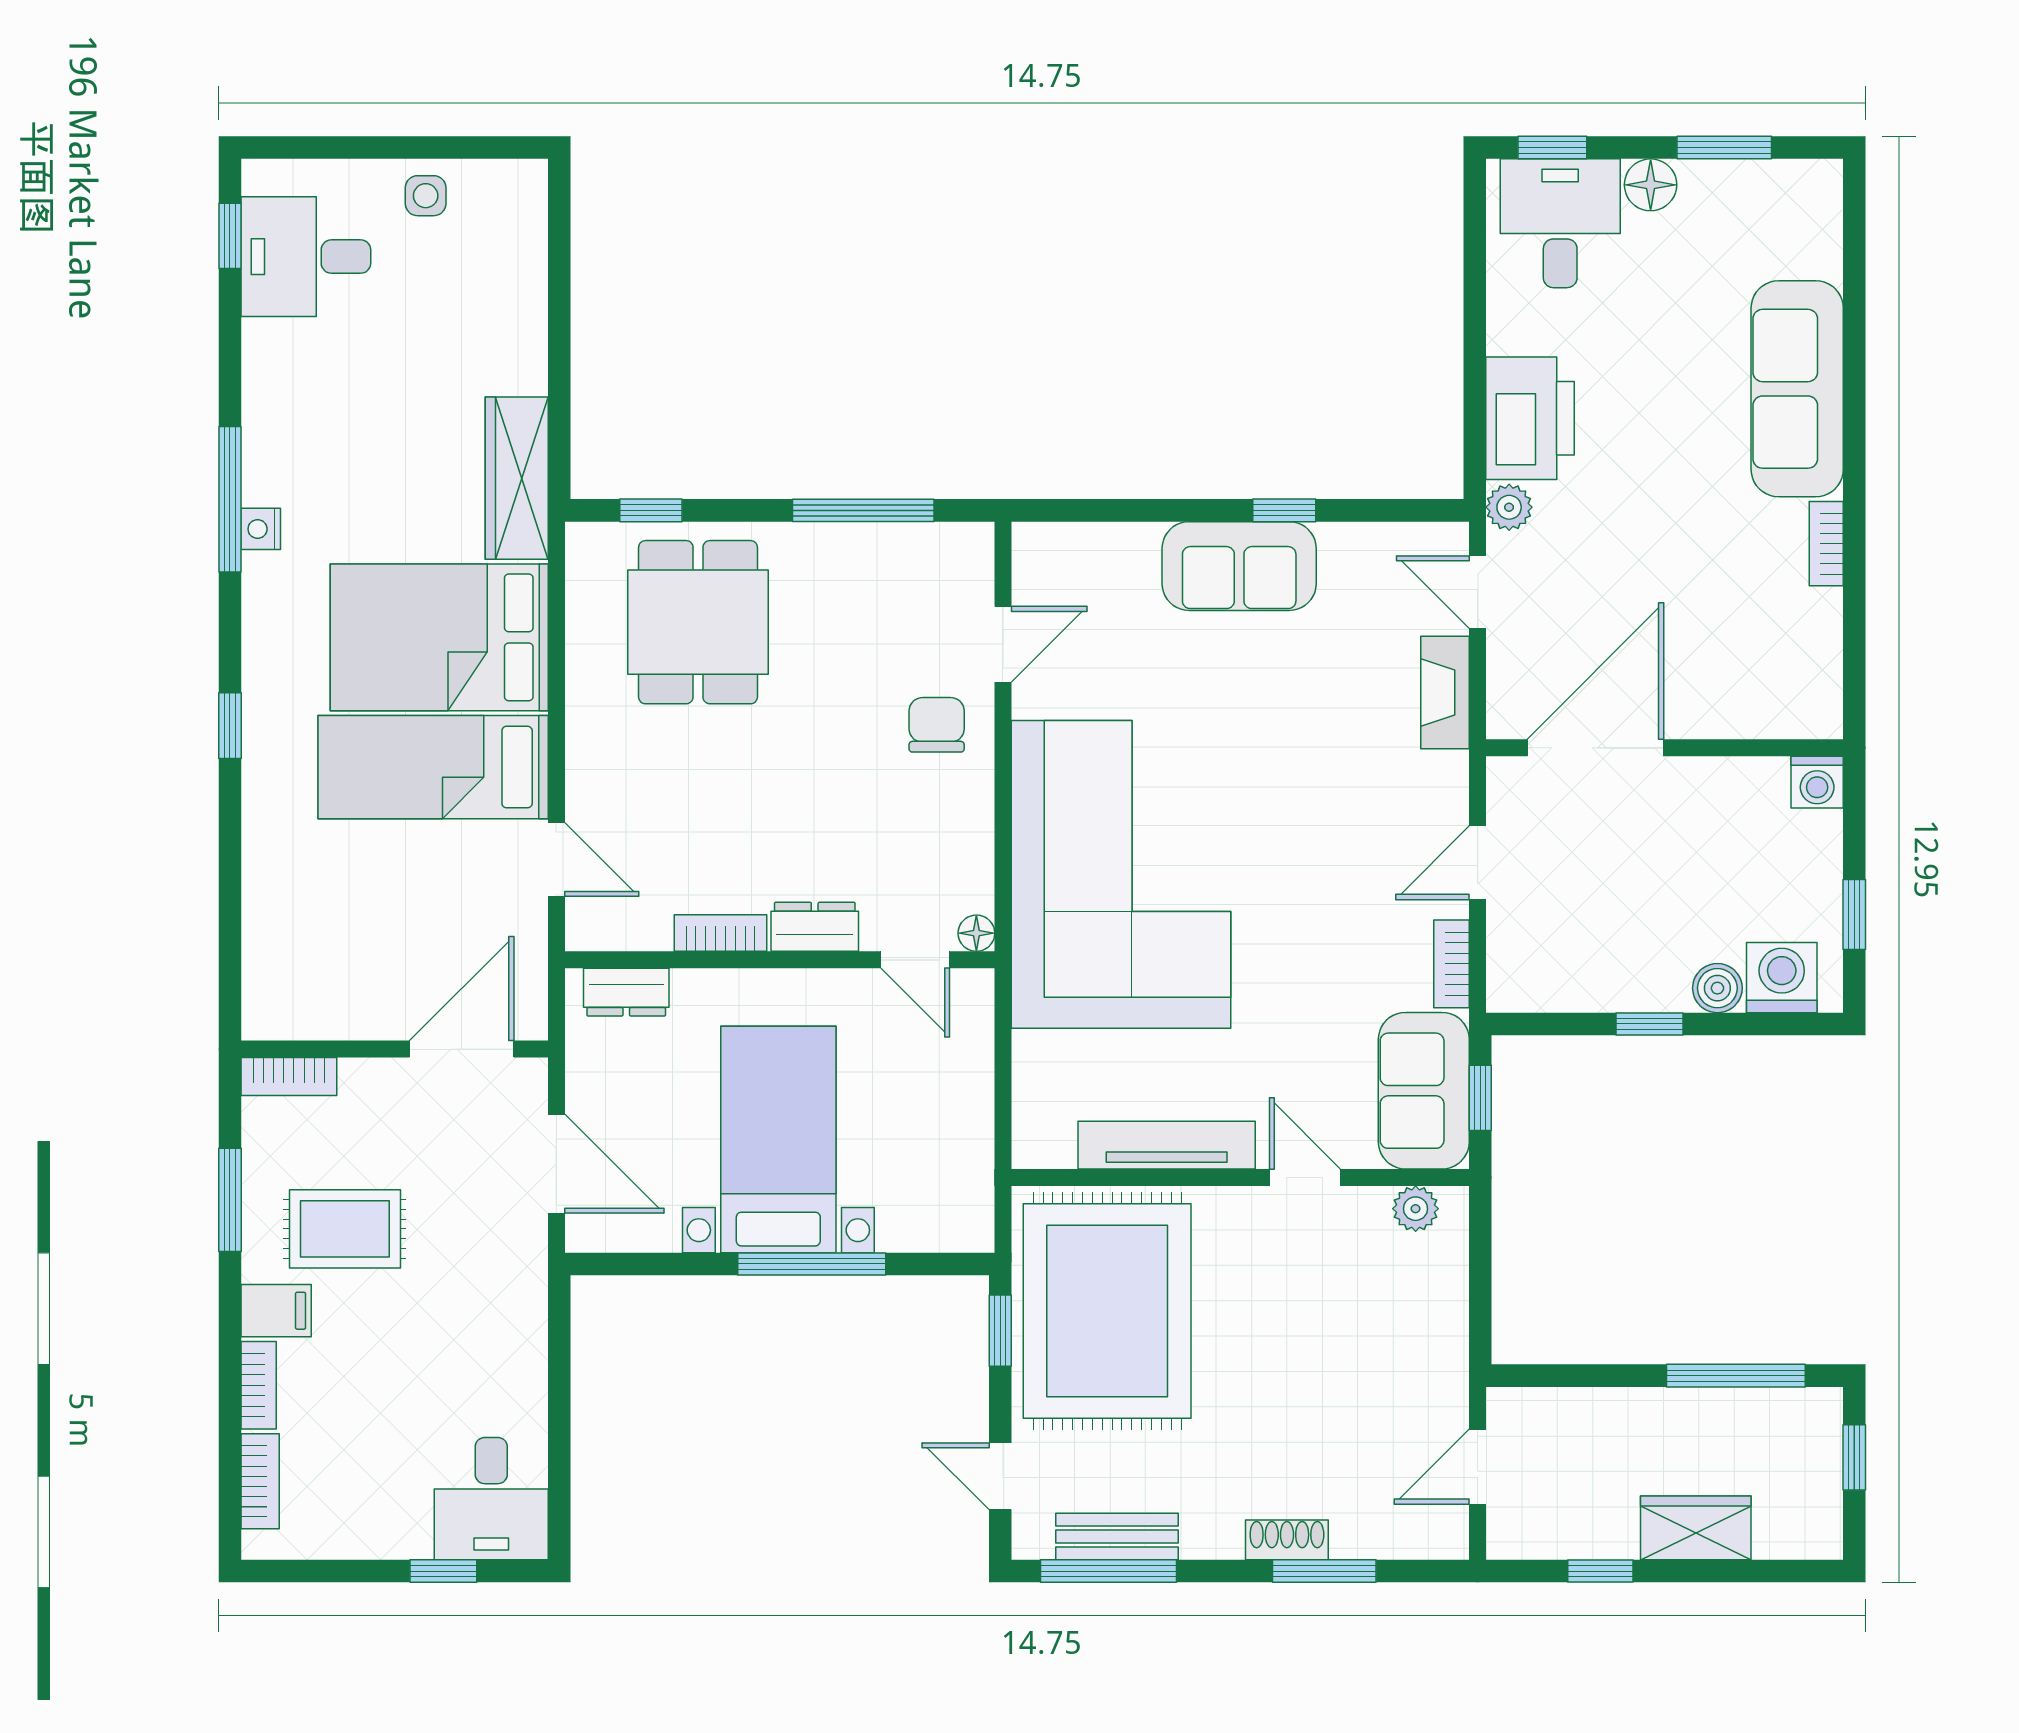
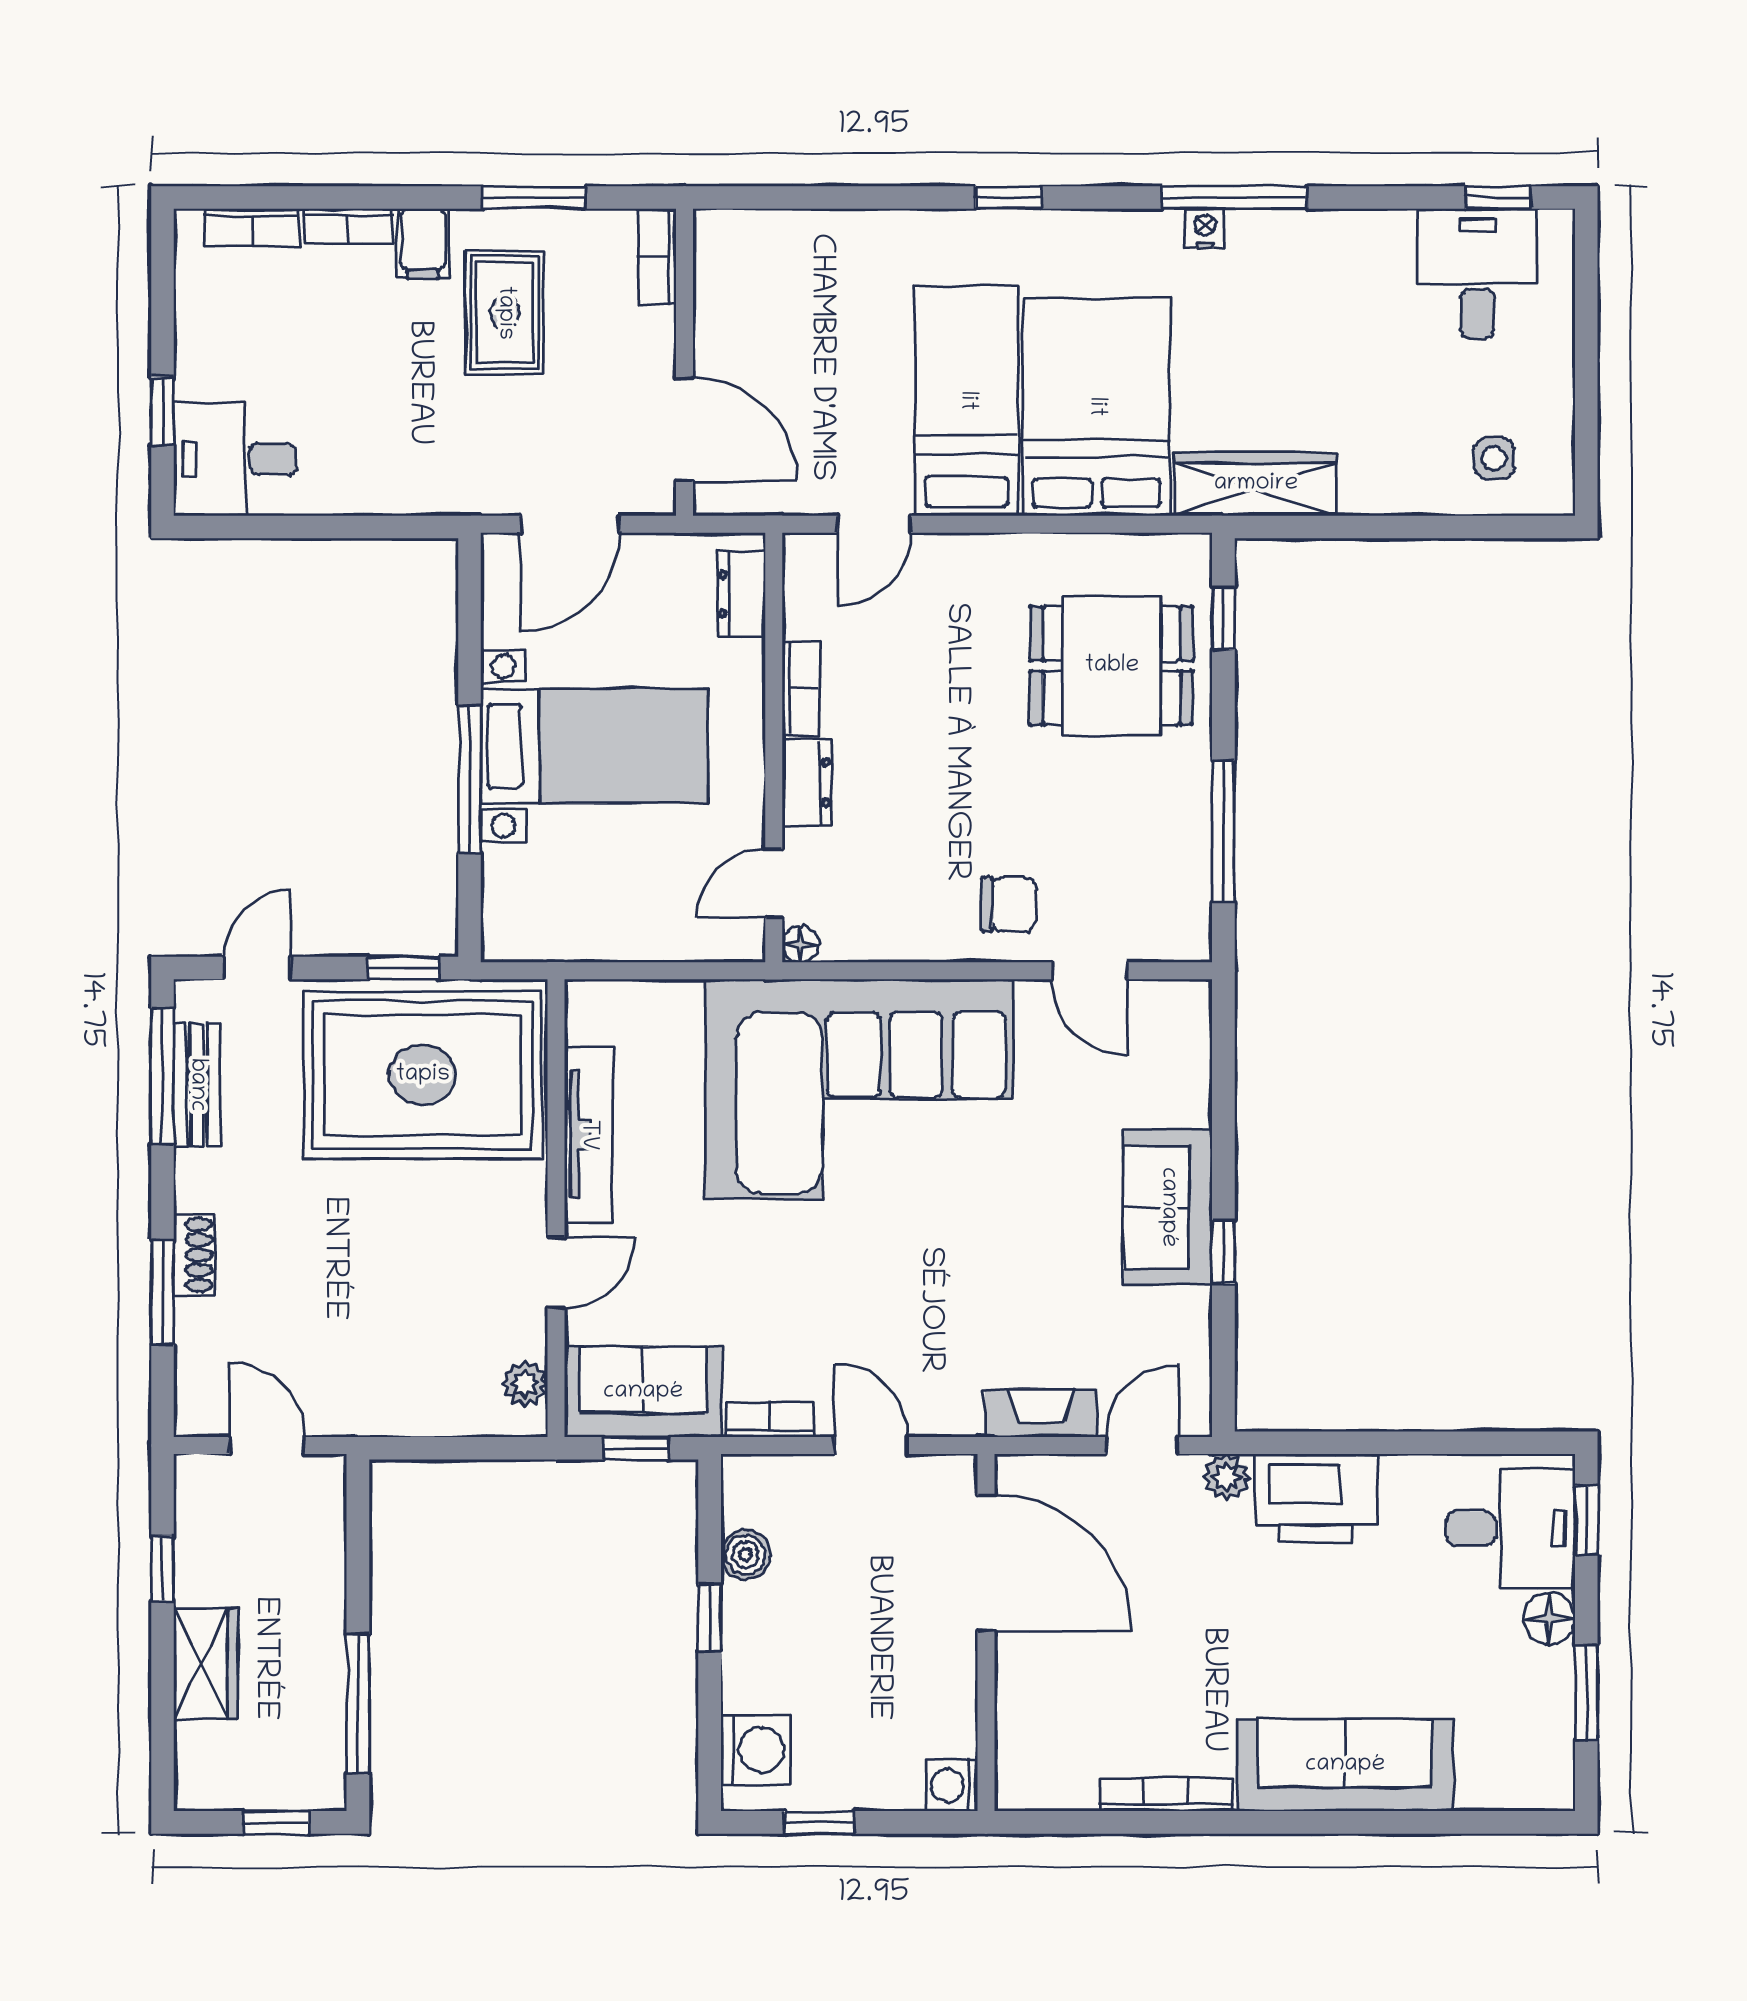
side table: (426, 196) -> (1494, 458), moved
bookcase: (1826, 544) -> (1166, 1794), width x1.56
boiler: (1717, 988) -> (746, 1555), moved

